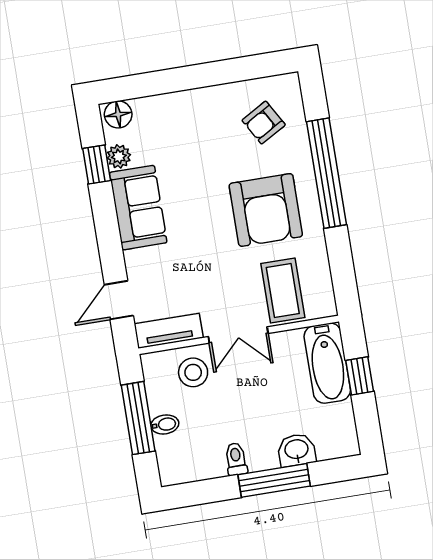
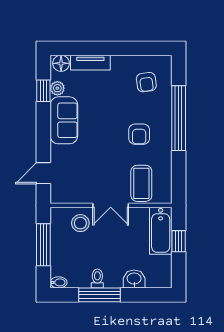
armchair: (264, 123) -> (146, 82), turned -68
armchair: (266, 210) -> (139, 134), width x0.53, depth x0.53
tv unit: (169, 331) -> (90, 63), moved, turned 180
bidet: (165, 424) -> (59, 282), moved
window: (274, 480) -> (99, 295), moved

